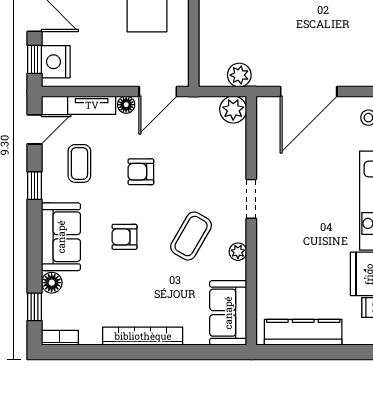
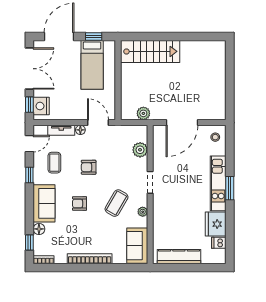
door: (158, 91) -> (98, 123), swing flipped
plant: (233, 110) -> (140, 150), moved

